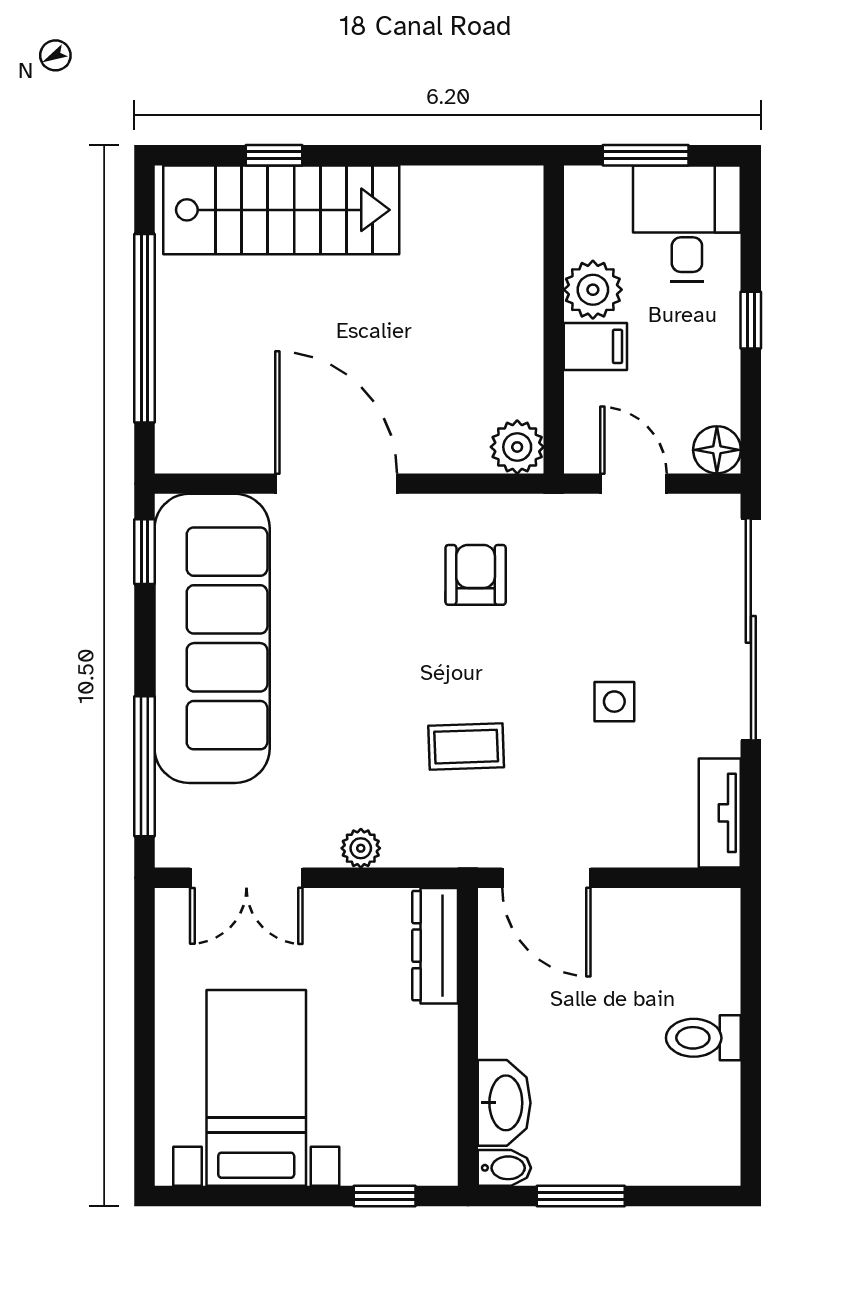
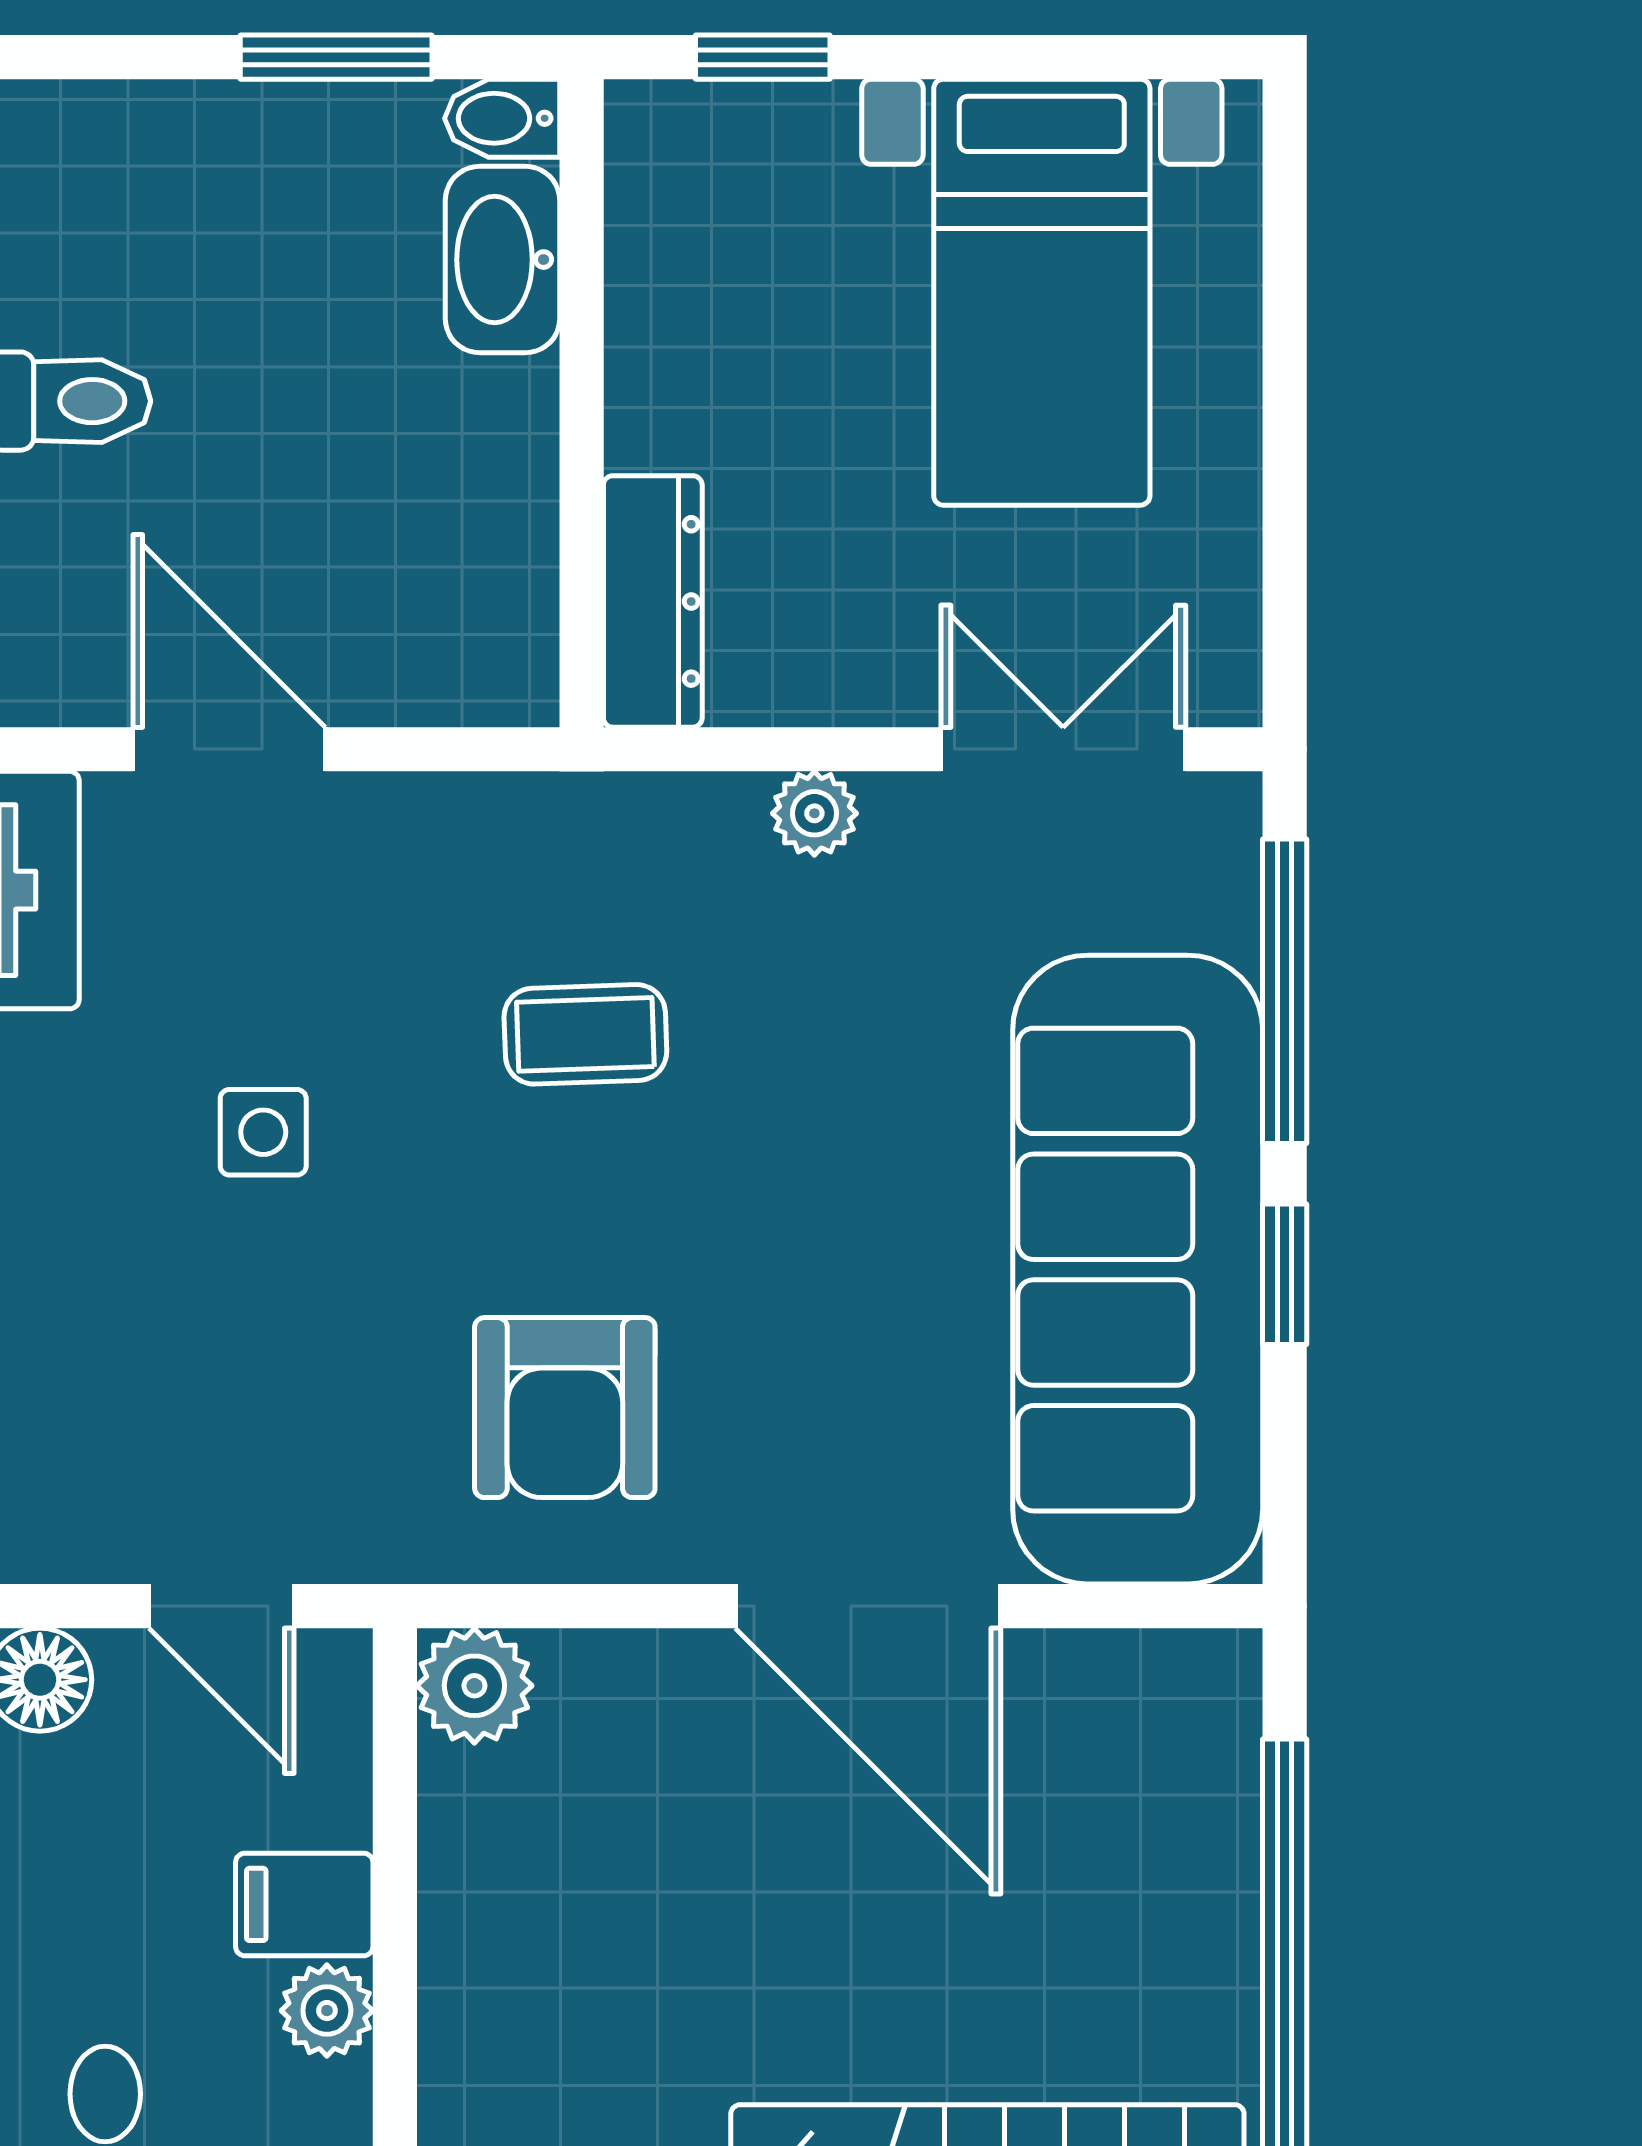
plant: (593, 290) -> (327, 2011), width x0.73, depth x0.73
window: (145, 552) -> (1285, 1274), moved
armchair: (476, 575) -> (565, 1408), width x1.38, depth x1.38
door: (546, 878) -> (229, 749), moved

